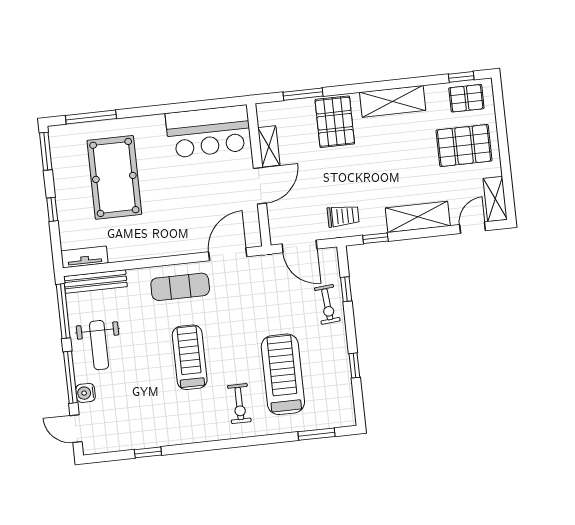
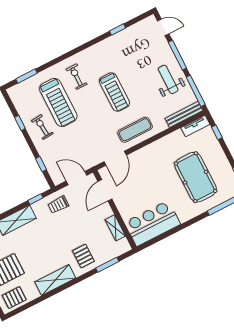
window: (461, 77) -> (22, 308), removed
pallet: (335, 122) -> (83, 256), width x0.67, depth x0.71
door: (260, 186) -> (105, 190), moved
window: (52, 209) -> (217, 132), moved
exercise bike: (327, 304) -> (42, 127), moved
water cooler: (86, 393) -> (165, 50), removed

